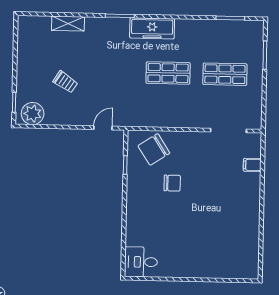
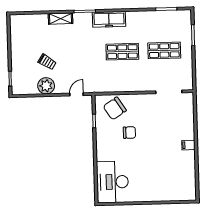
shelving: (68, 24) -> (60, 19), moved
plant: (33, 114) -> (46, 86), moved
filing cabinet: (252, 165) -> (188, 145), moved
desk: (141, 262) -> (113, 182), width x1.87, depth x1.30

